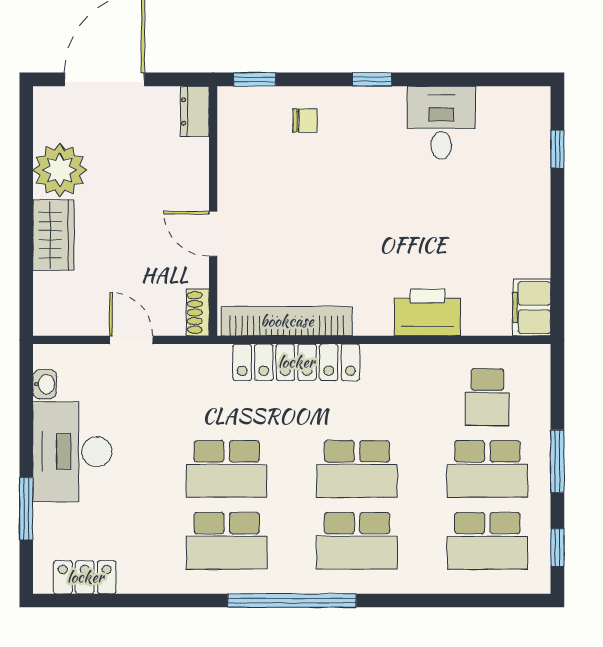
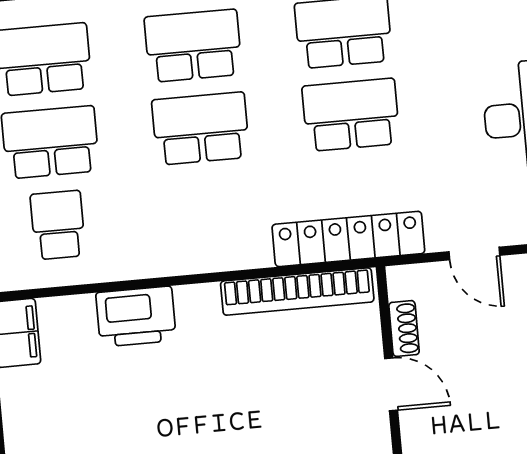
shoe rack: (198, 312) -> (404, 329), moved
locker: (296, 362) -> (348, 239), moved

